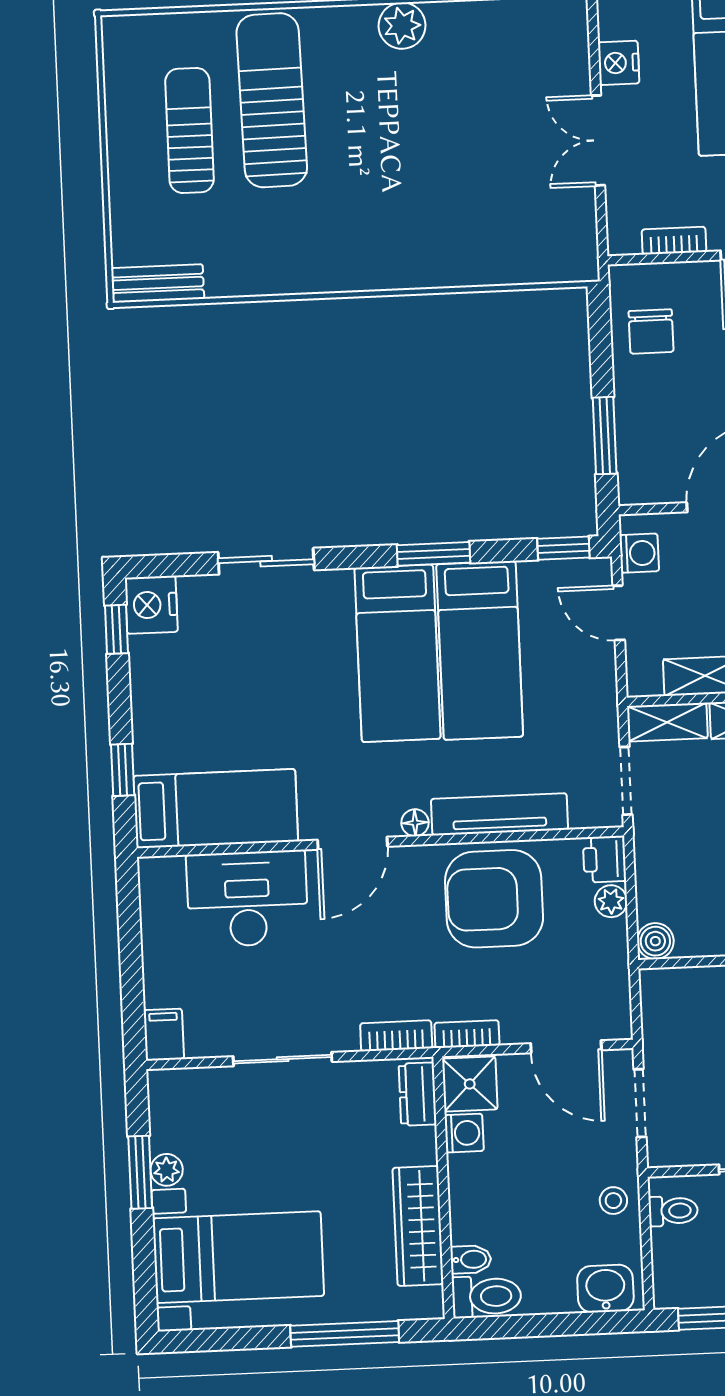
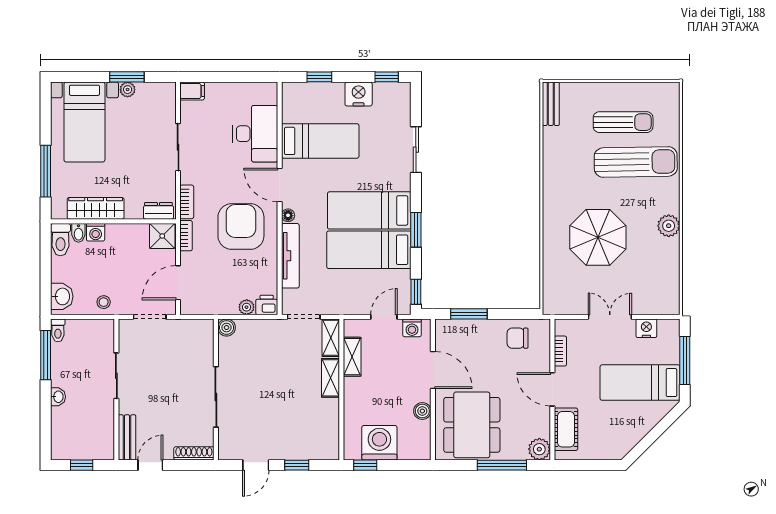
parasol: (433, 172) -> (598, 237), added
nightstand: (151, 605) -> (359, 94), moved
bed: (216, 809) -> (320, 141), moved, turned -90
armchair: (494, 899) -> (241, 226), moved
washing machine: (464, 1133) -> (96, 232), moved
toilet: (673, 1211) -> (58, 330), moved

